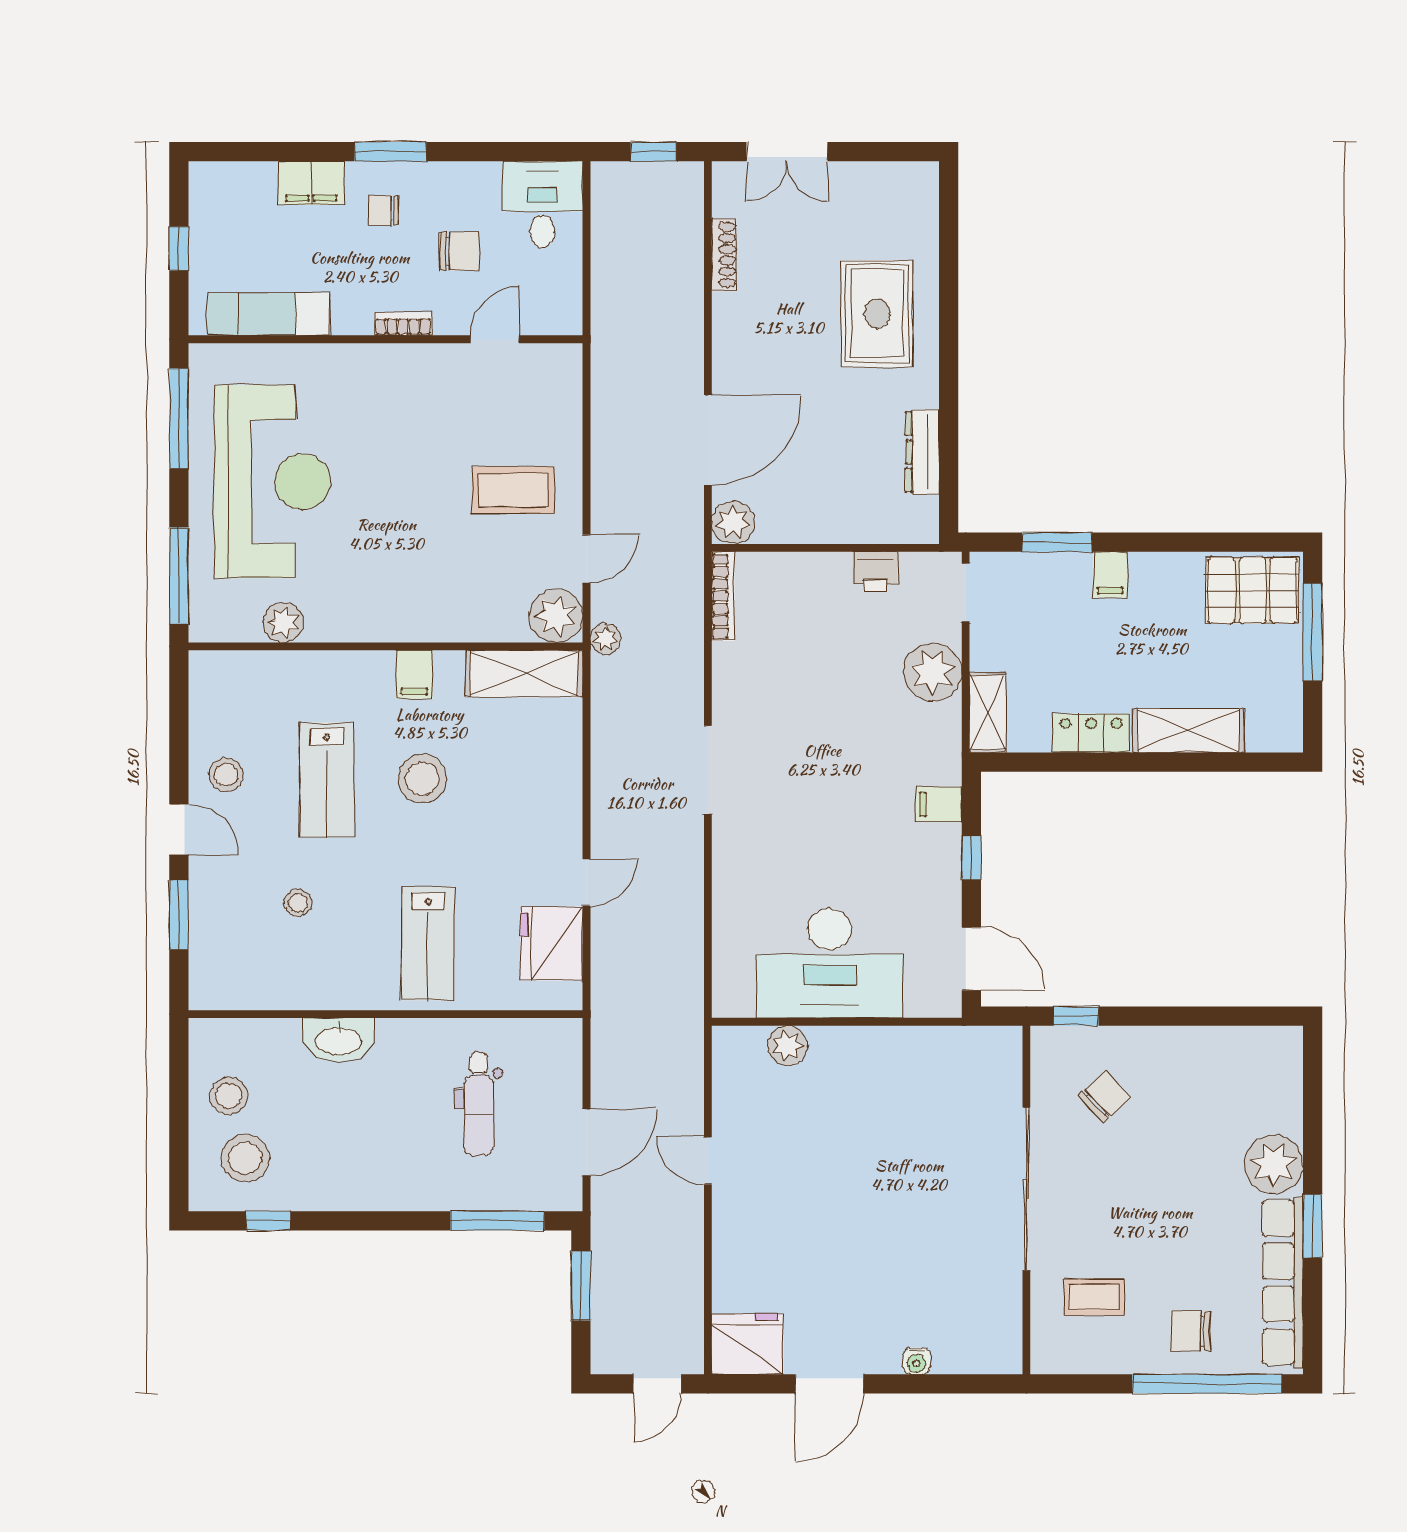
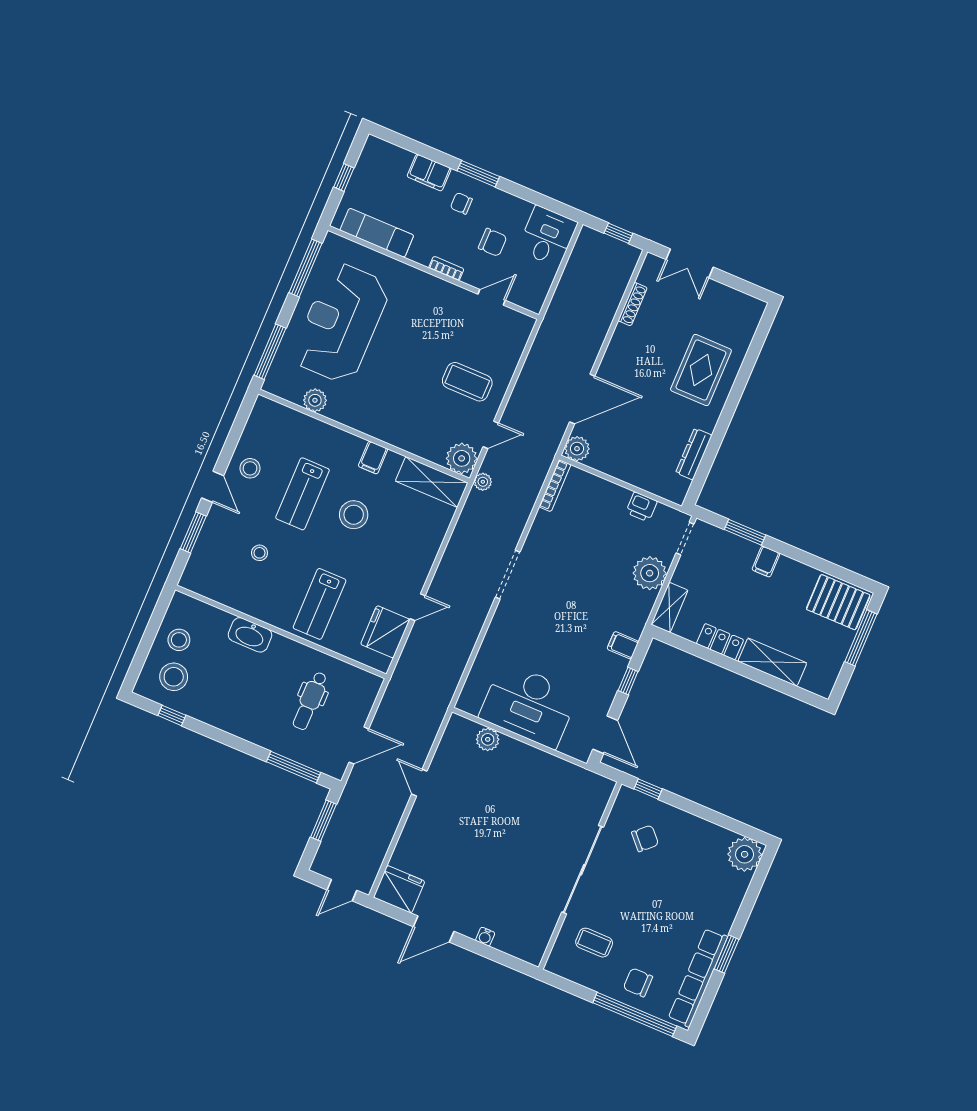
reception desk: (272, 482) -> (341, 323), turned 180
plant: (1274, 1165) -> (745, 854), moved

